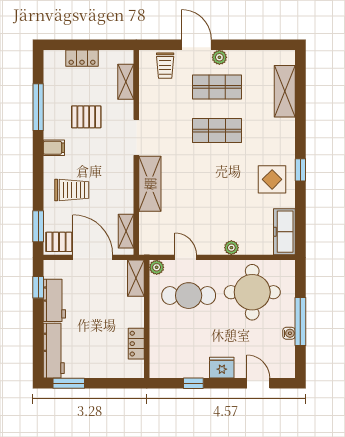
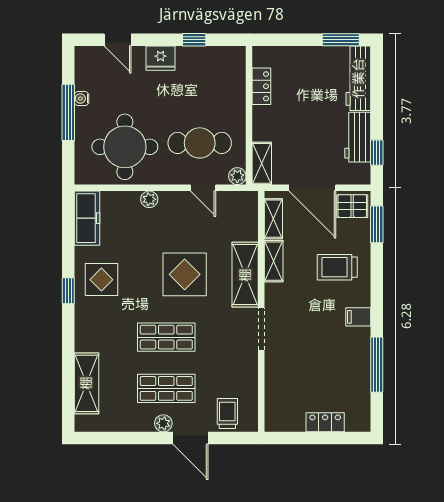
shelving: (126, 82) -> (274, 261), moved
pallet: (86, 117) -> (320, 353), removed
display table: (201, 184) -> (185, 274), added

